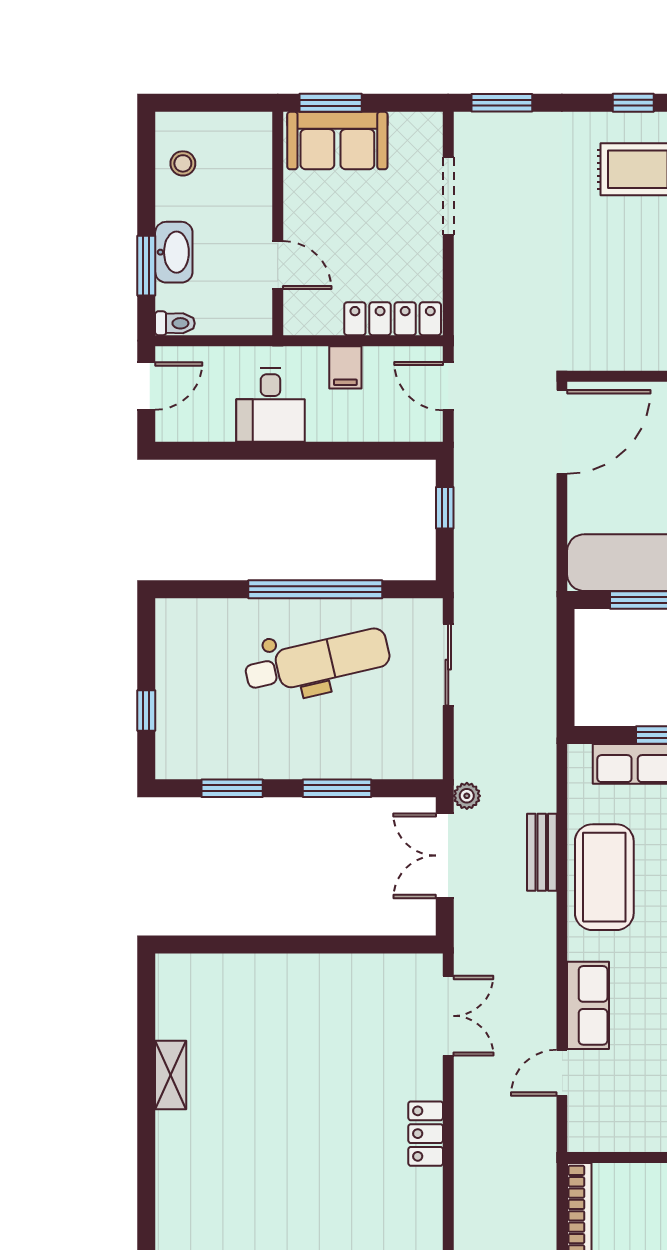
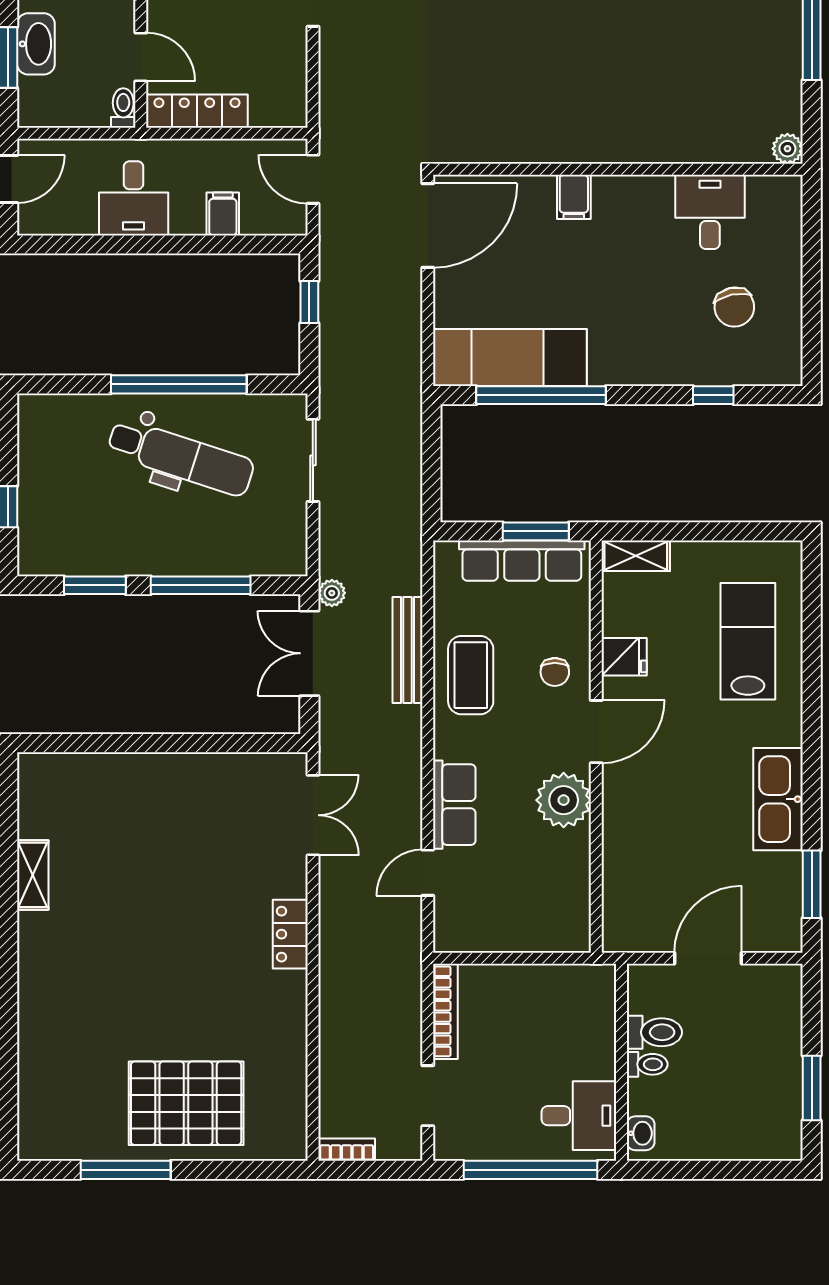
locker: (393, 319) -> (197, 111), moved
toilet: (175, 323) -> (123, 108), moved, turned -90
filing cabinet: (345, 367) -> (223, 214), moved, turned 180
dental chair: (317, 661) -> (181, 457), turned 31
window: (337, 788) -> (201, 585), width x1.44
bench: (542, 852) -> (408, 650), width x1.36
coffee table: (604, 877) -> (471, 675), width x0.73, depth x0.76

